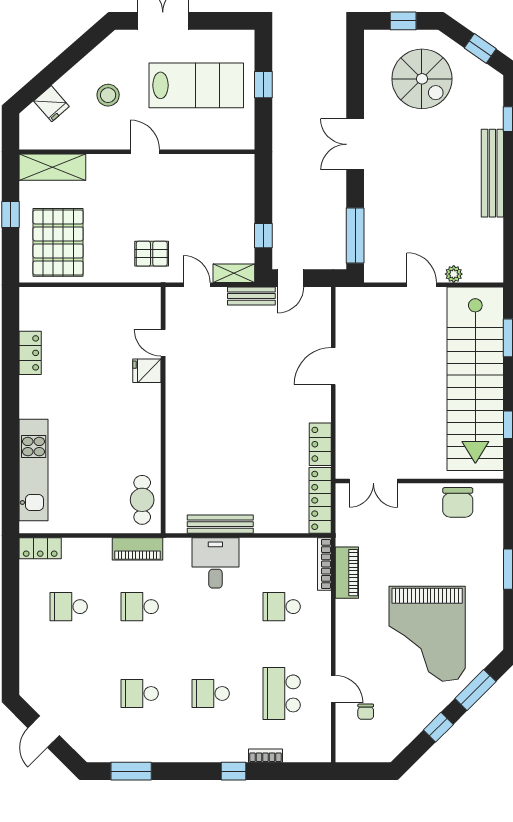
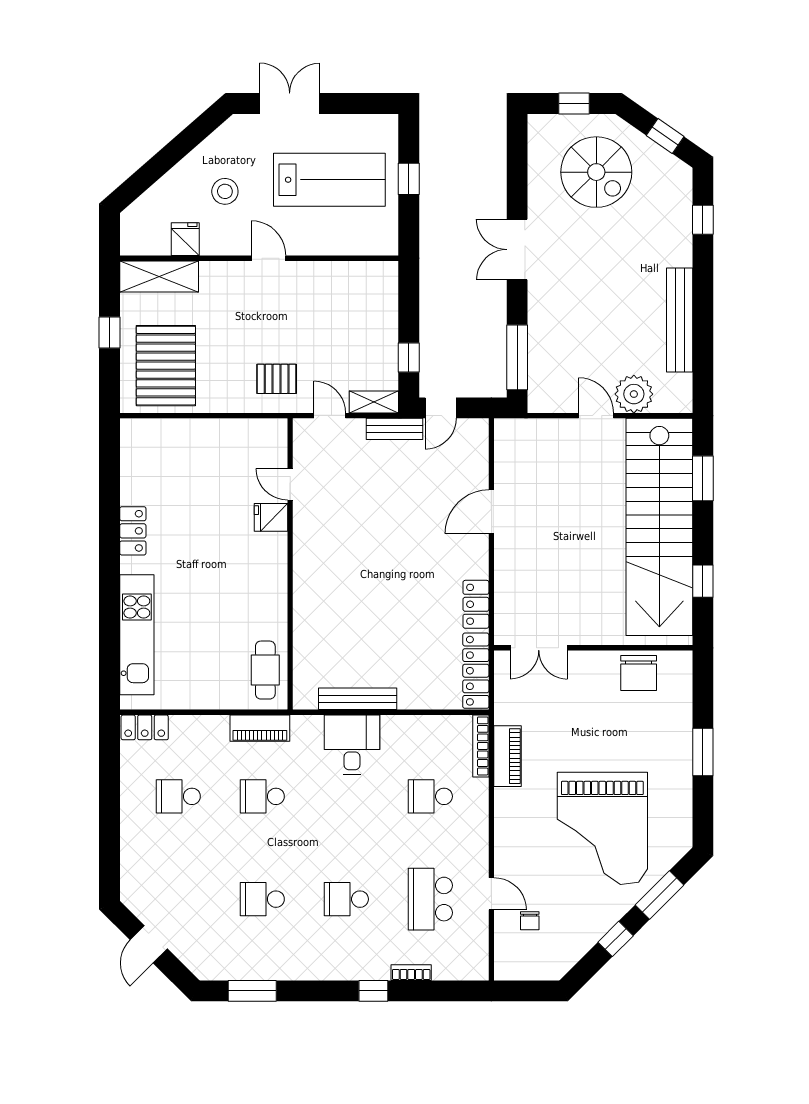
fridge: (51, 104) -> (185, 239), moved, turned -139
bench: (492, 173) -> (680, 320), moved
plant: (454, 274) -> (634, 394), width x1.88, depth x1.88
locker: (30, 353) -> (133, 531), moved

